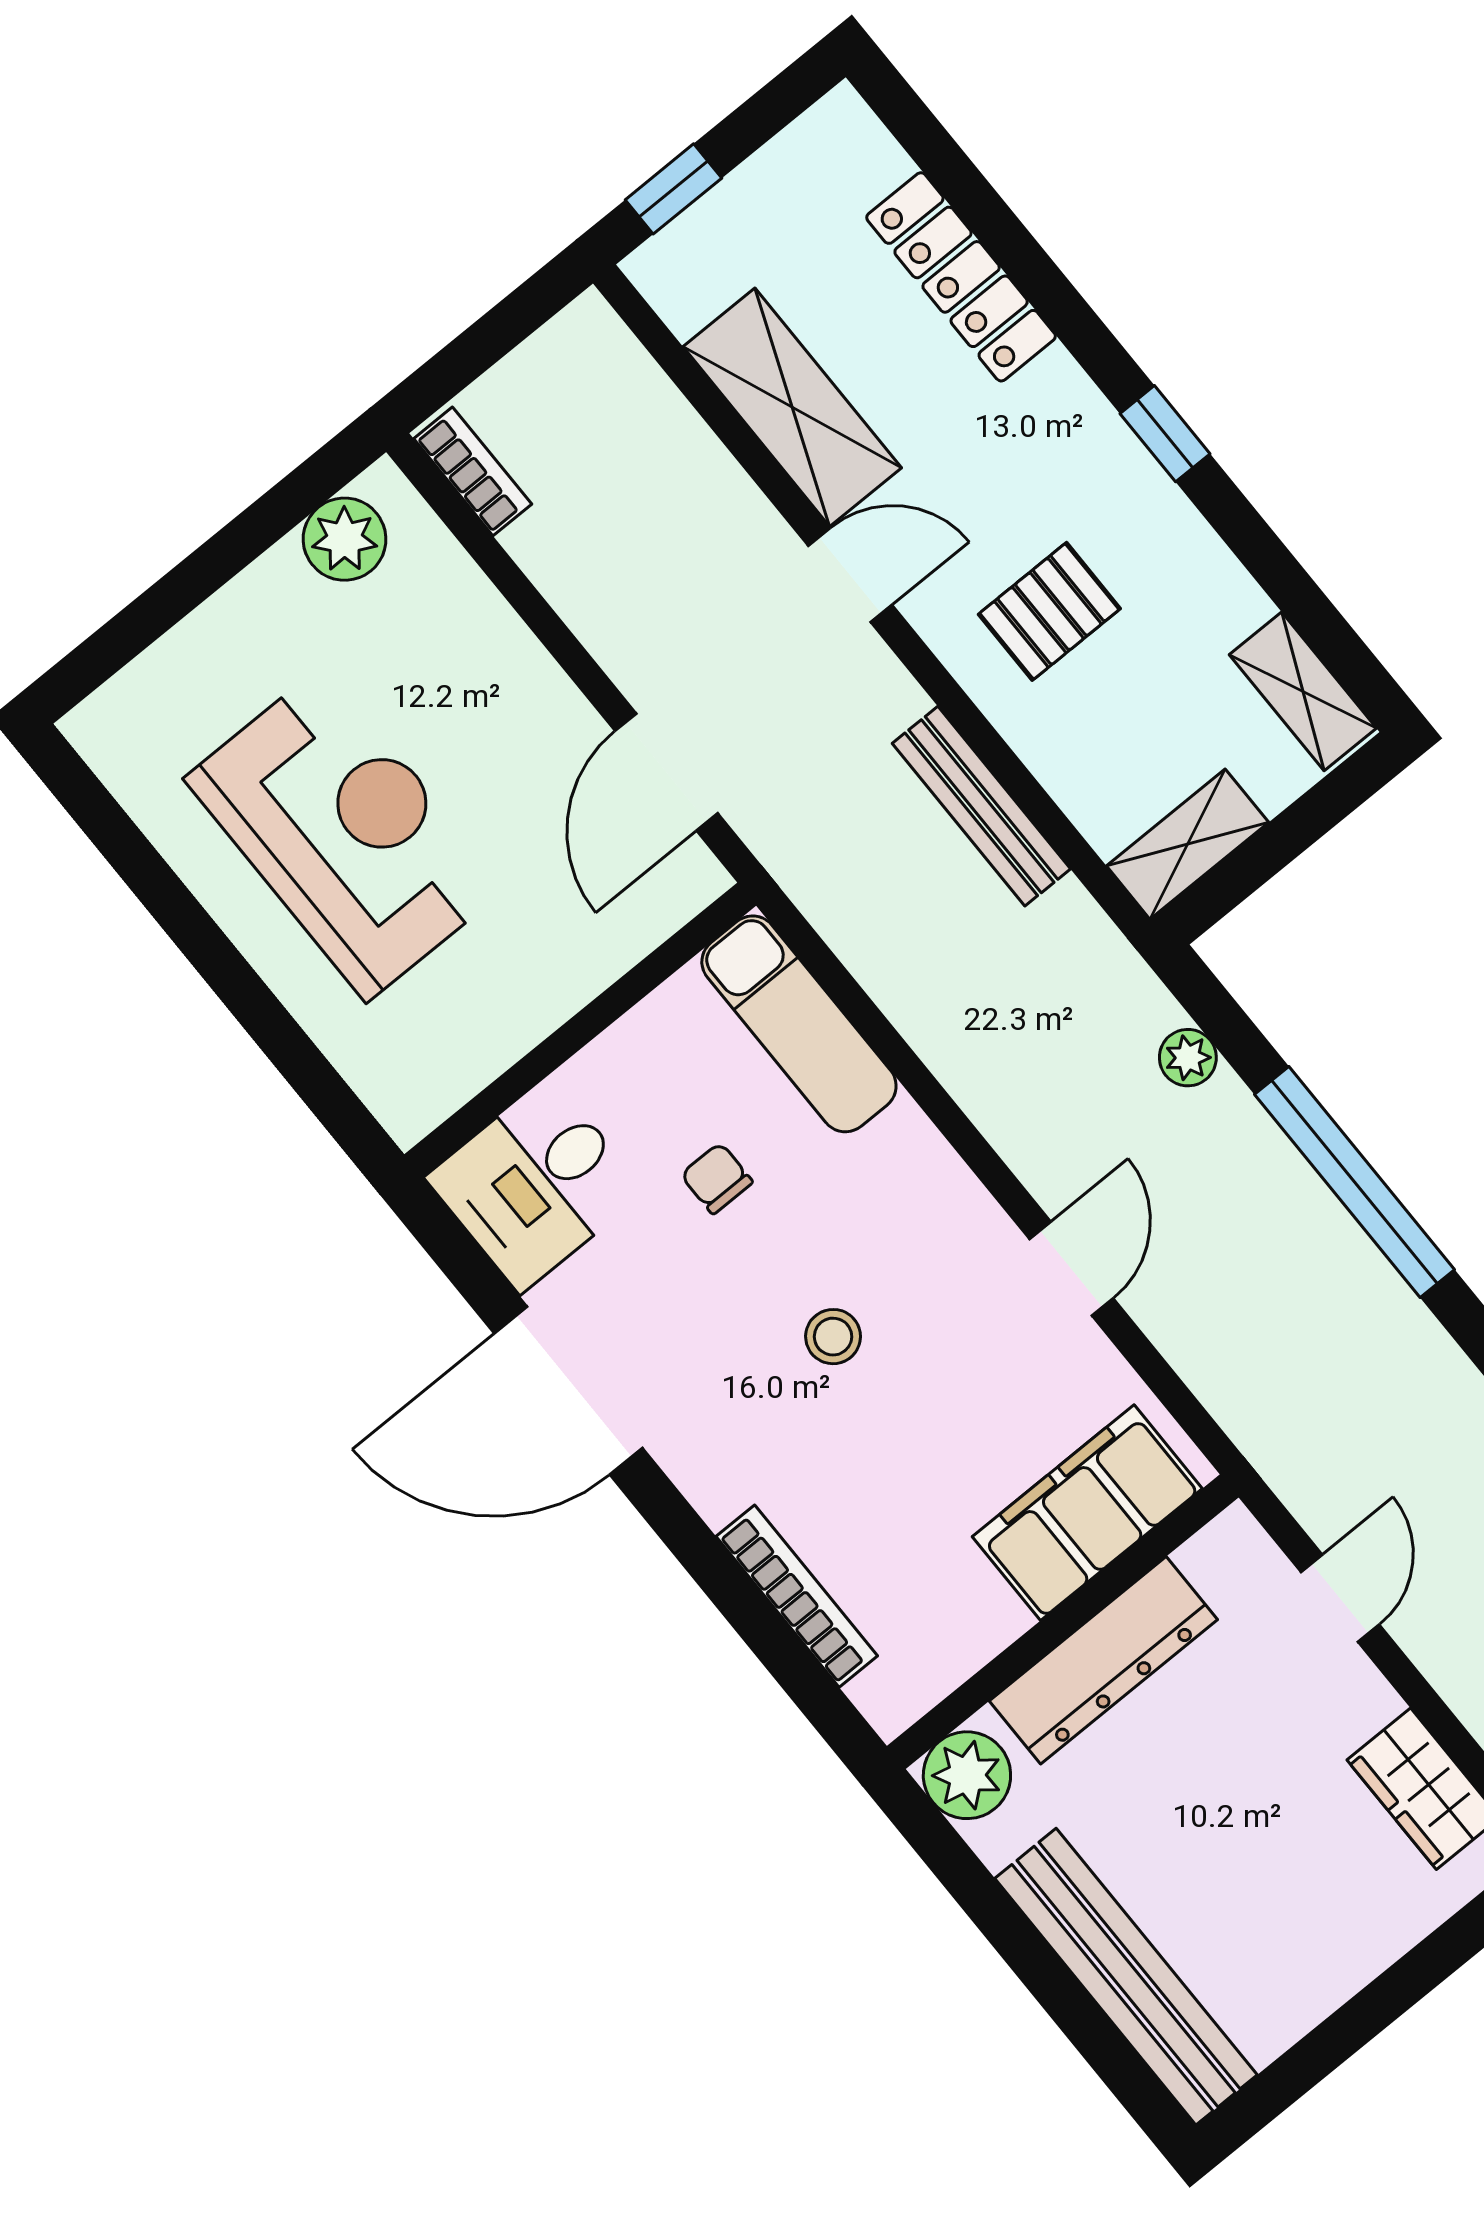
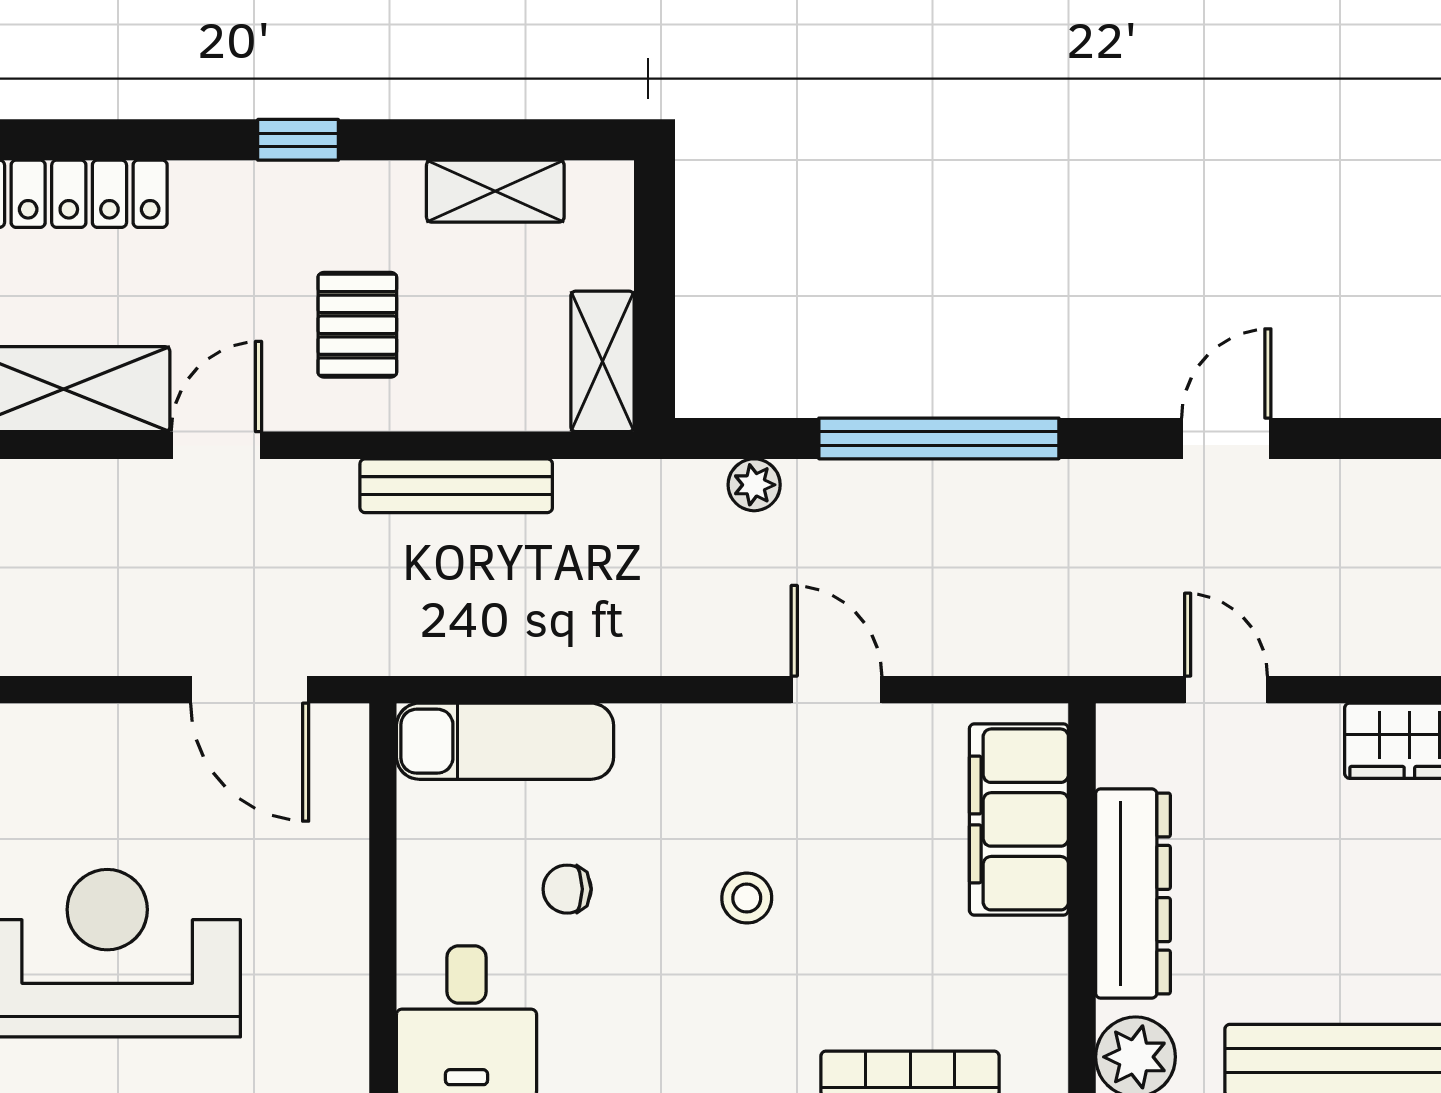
shelving: (1303, 691) -> (495, 191), moved

